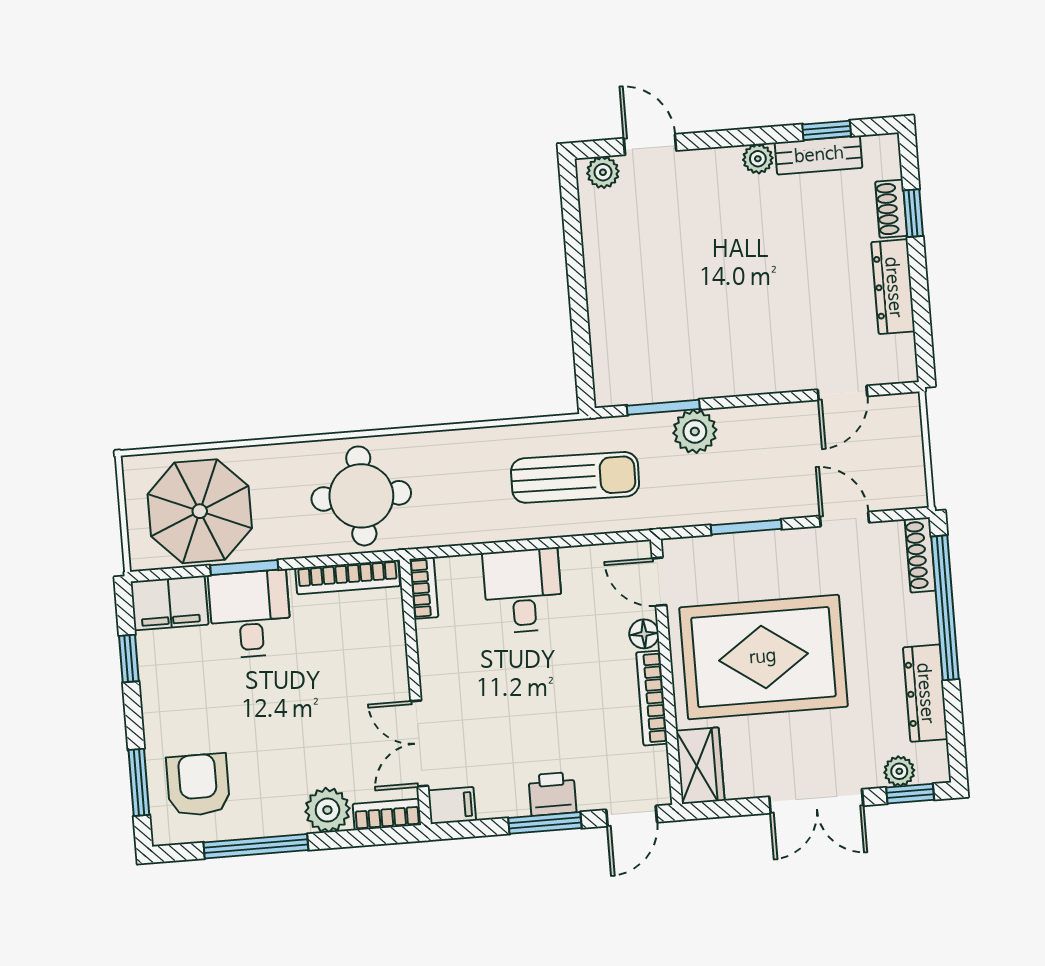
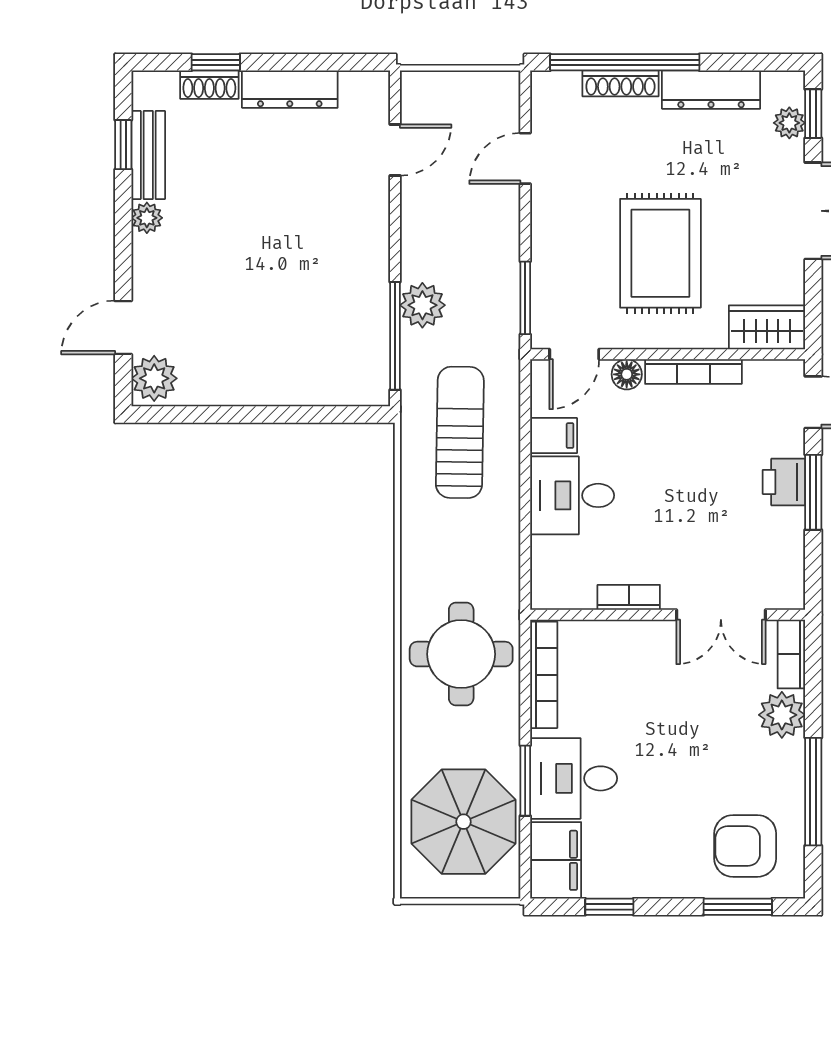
plant: (603, 172) -> (154, 378), width x1.38, depth x1.38
door: (842, 393) -> (395, 150), hinge flipped
window: (663, 407) -> (395, 336), width x1.44
window: (746, 527) -> (525, 298), moved
shoe rack: (920, 555) -> (620, 83), moved
bookcase: (424, 588) -> (629, 597), moved
rug: (763, 657) -> (660, 253), width x0.73, depth x0.69
filing cabinet: (452, 805) -> (554, 436), moved, turned 90

